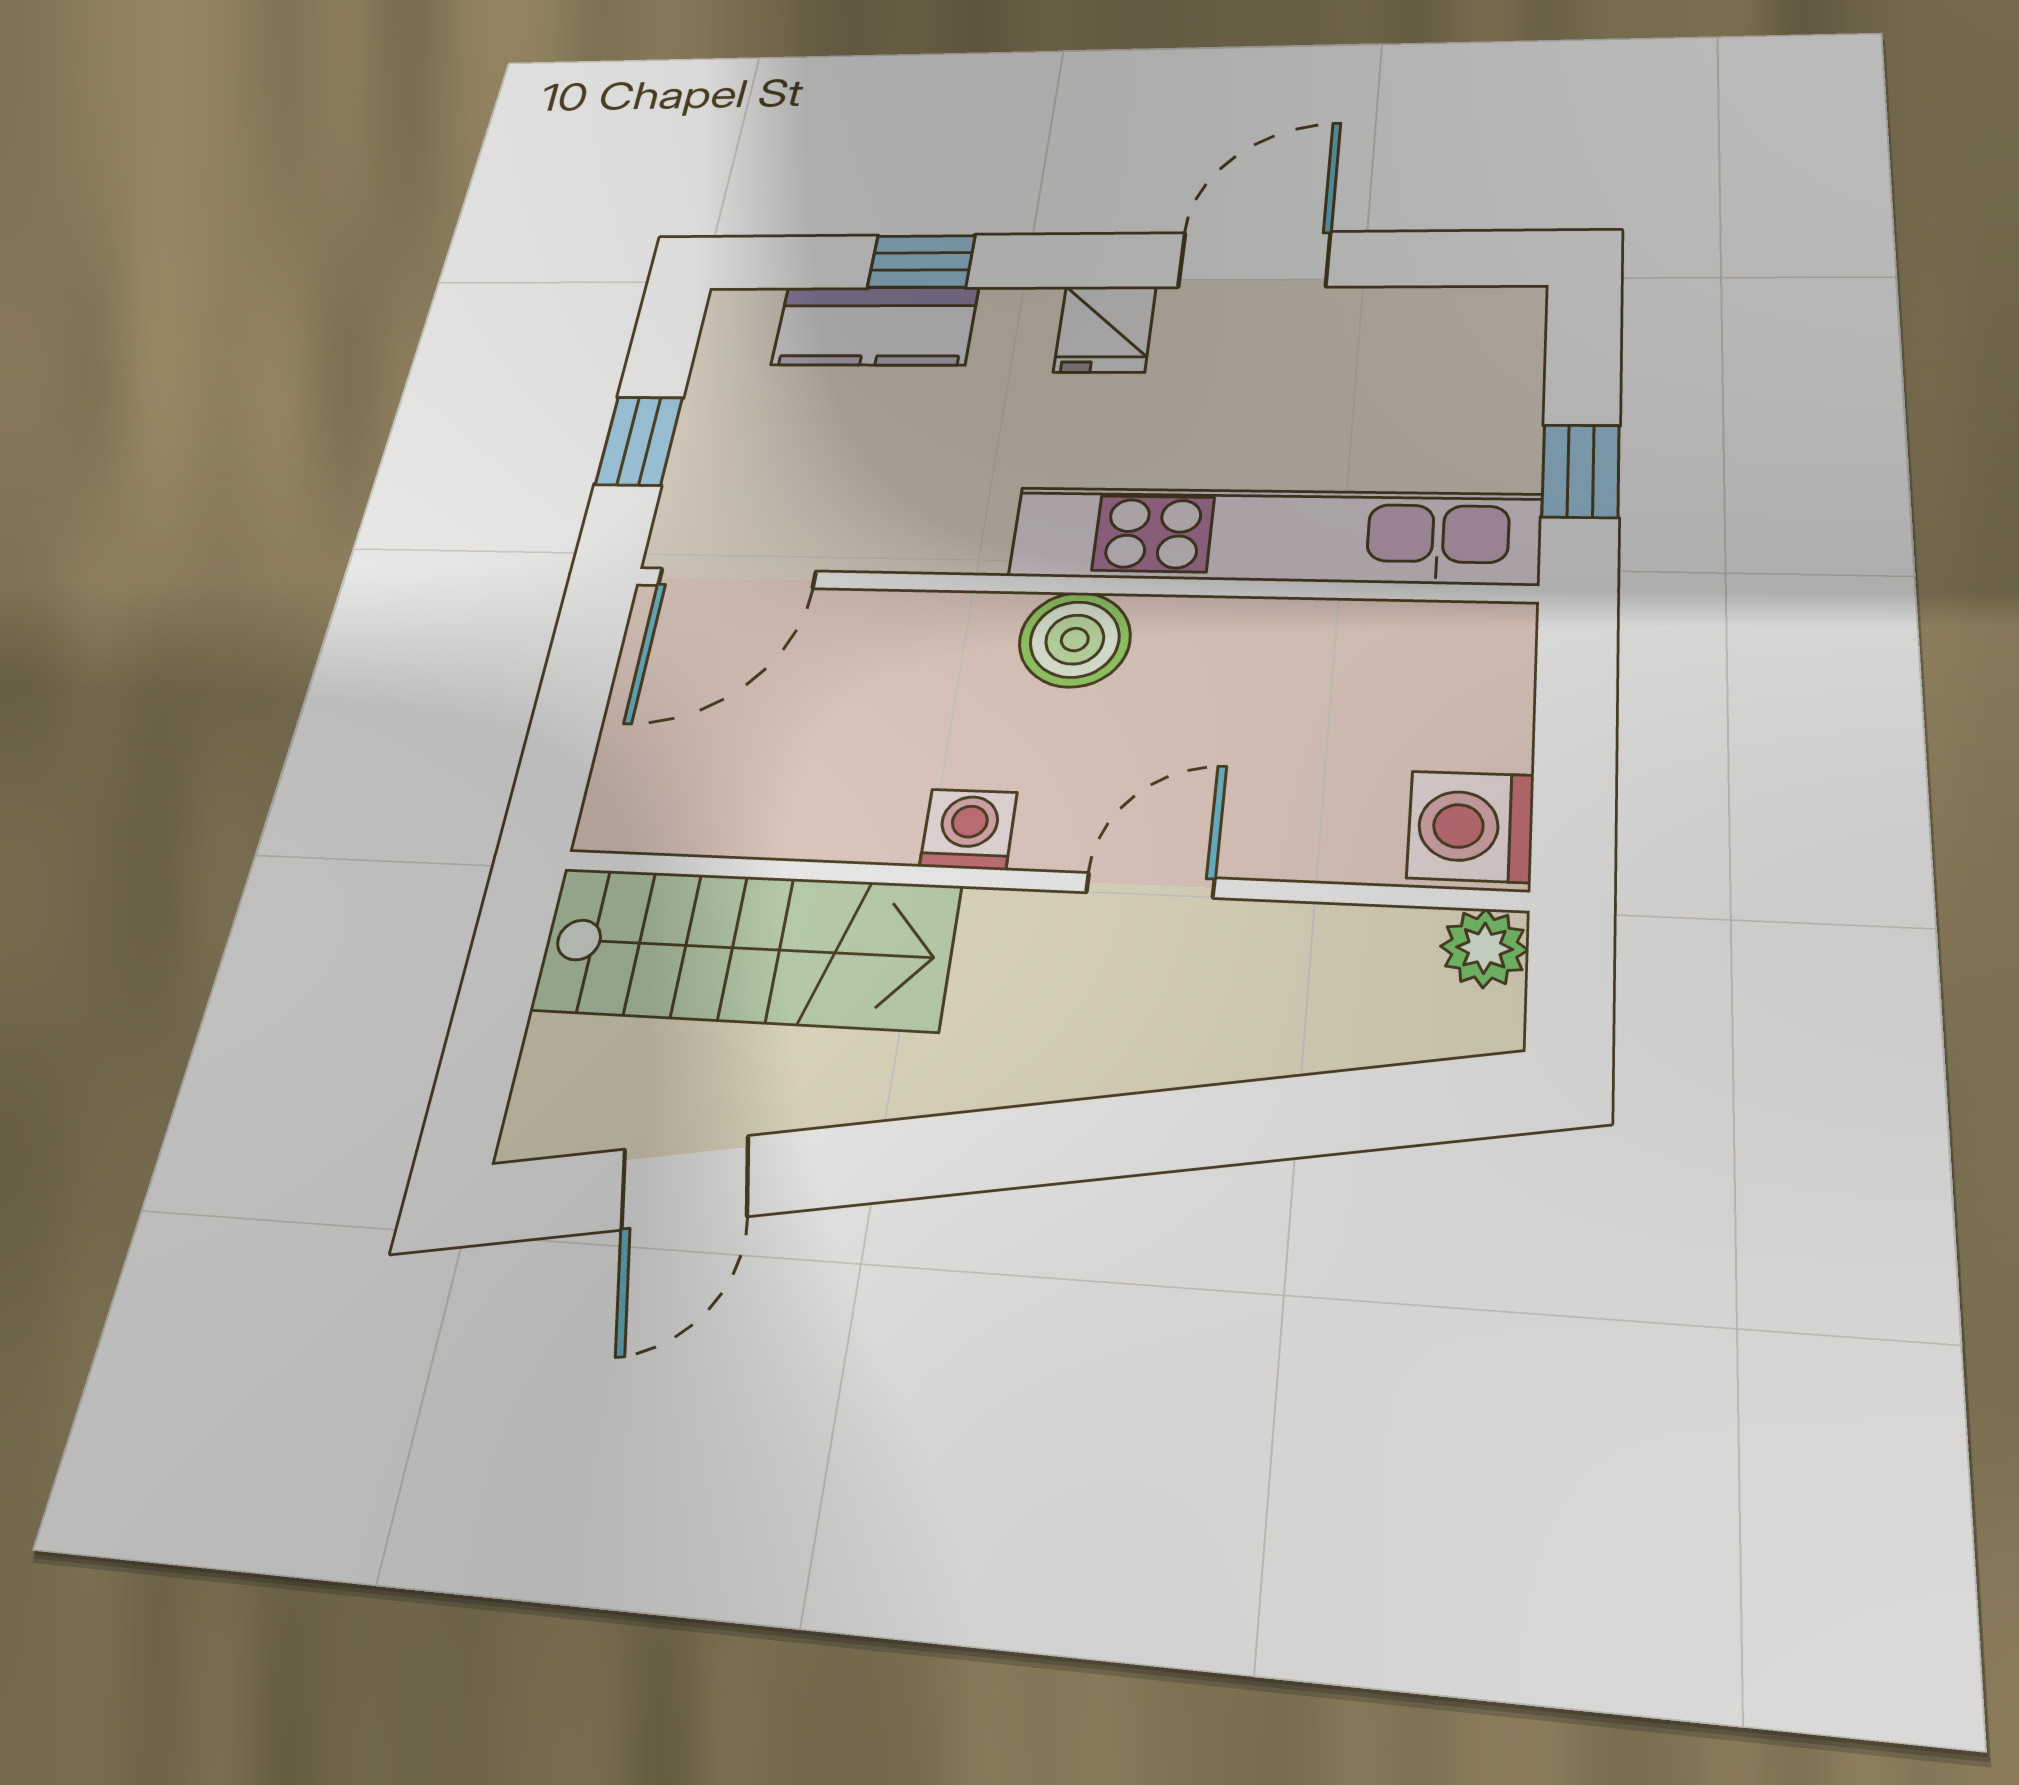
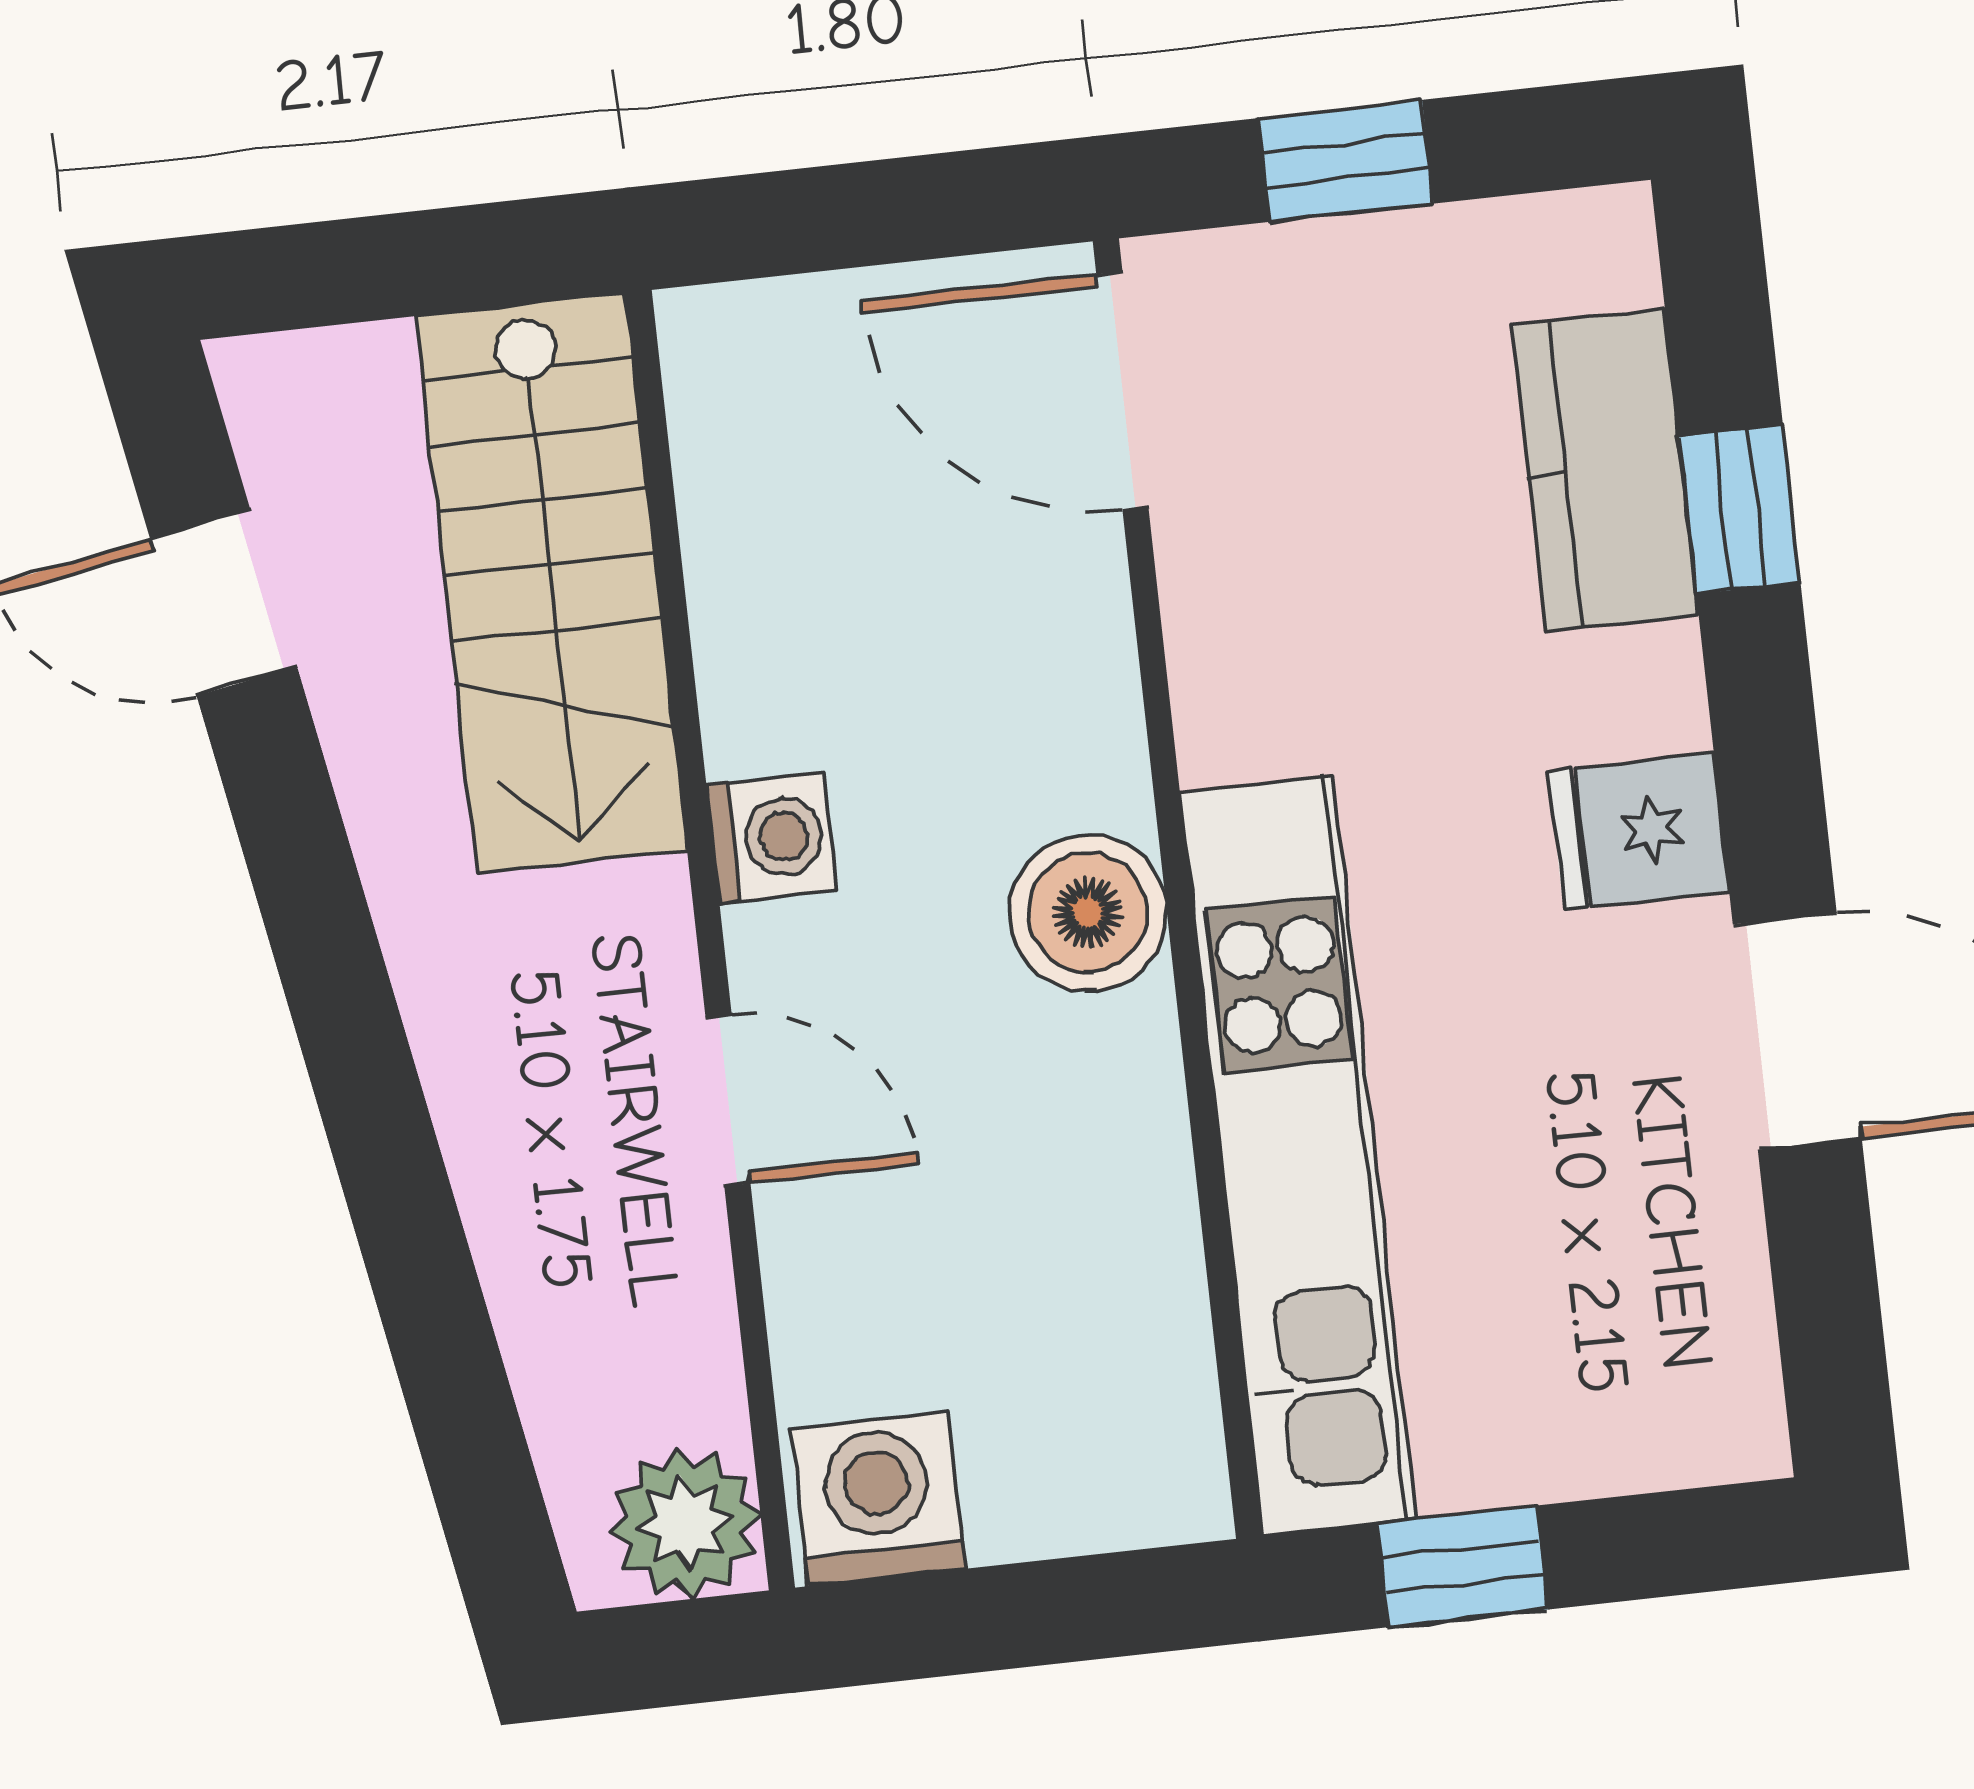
plant: (1484, 948) -> (685, 1523), width x1.38, depth x1.38

